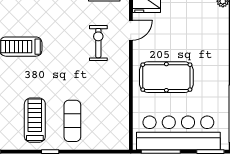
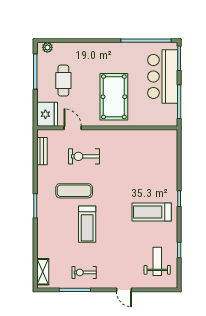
cafe table: (185, 19) -> (63, 81), added
exercise mat: (72, 121) -> (74, 191), moved
bar counter: (178, 133) -> (163, 76), width x0.73

